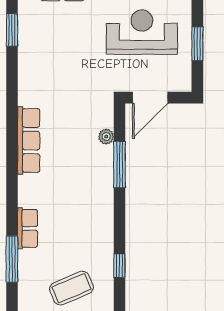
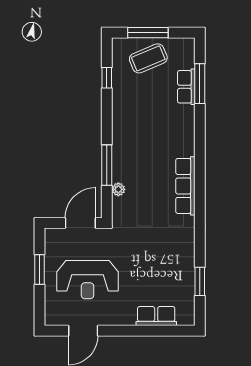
row of seats: (28, 228) -> (186, 87), moved

